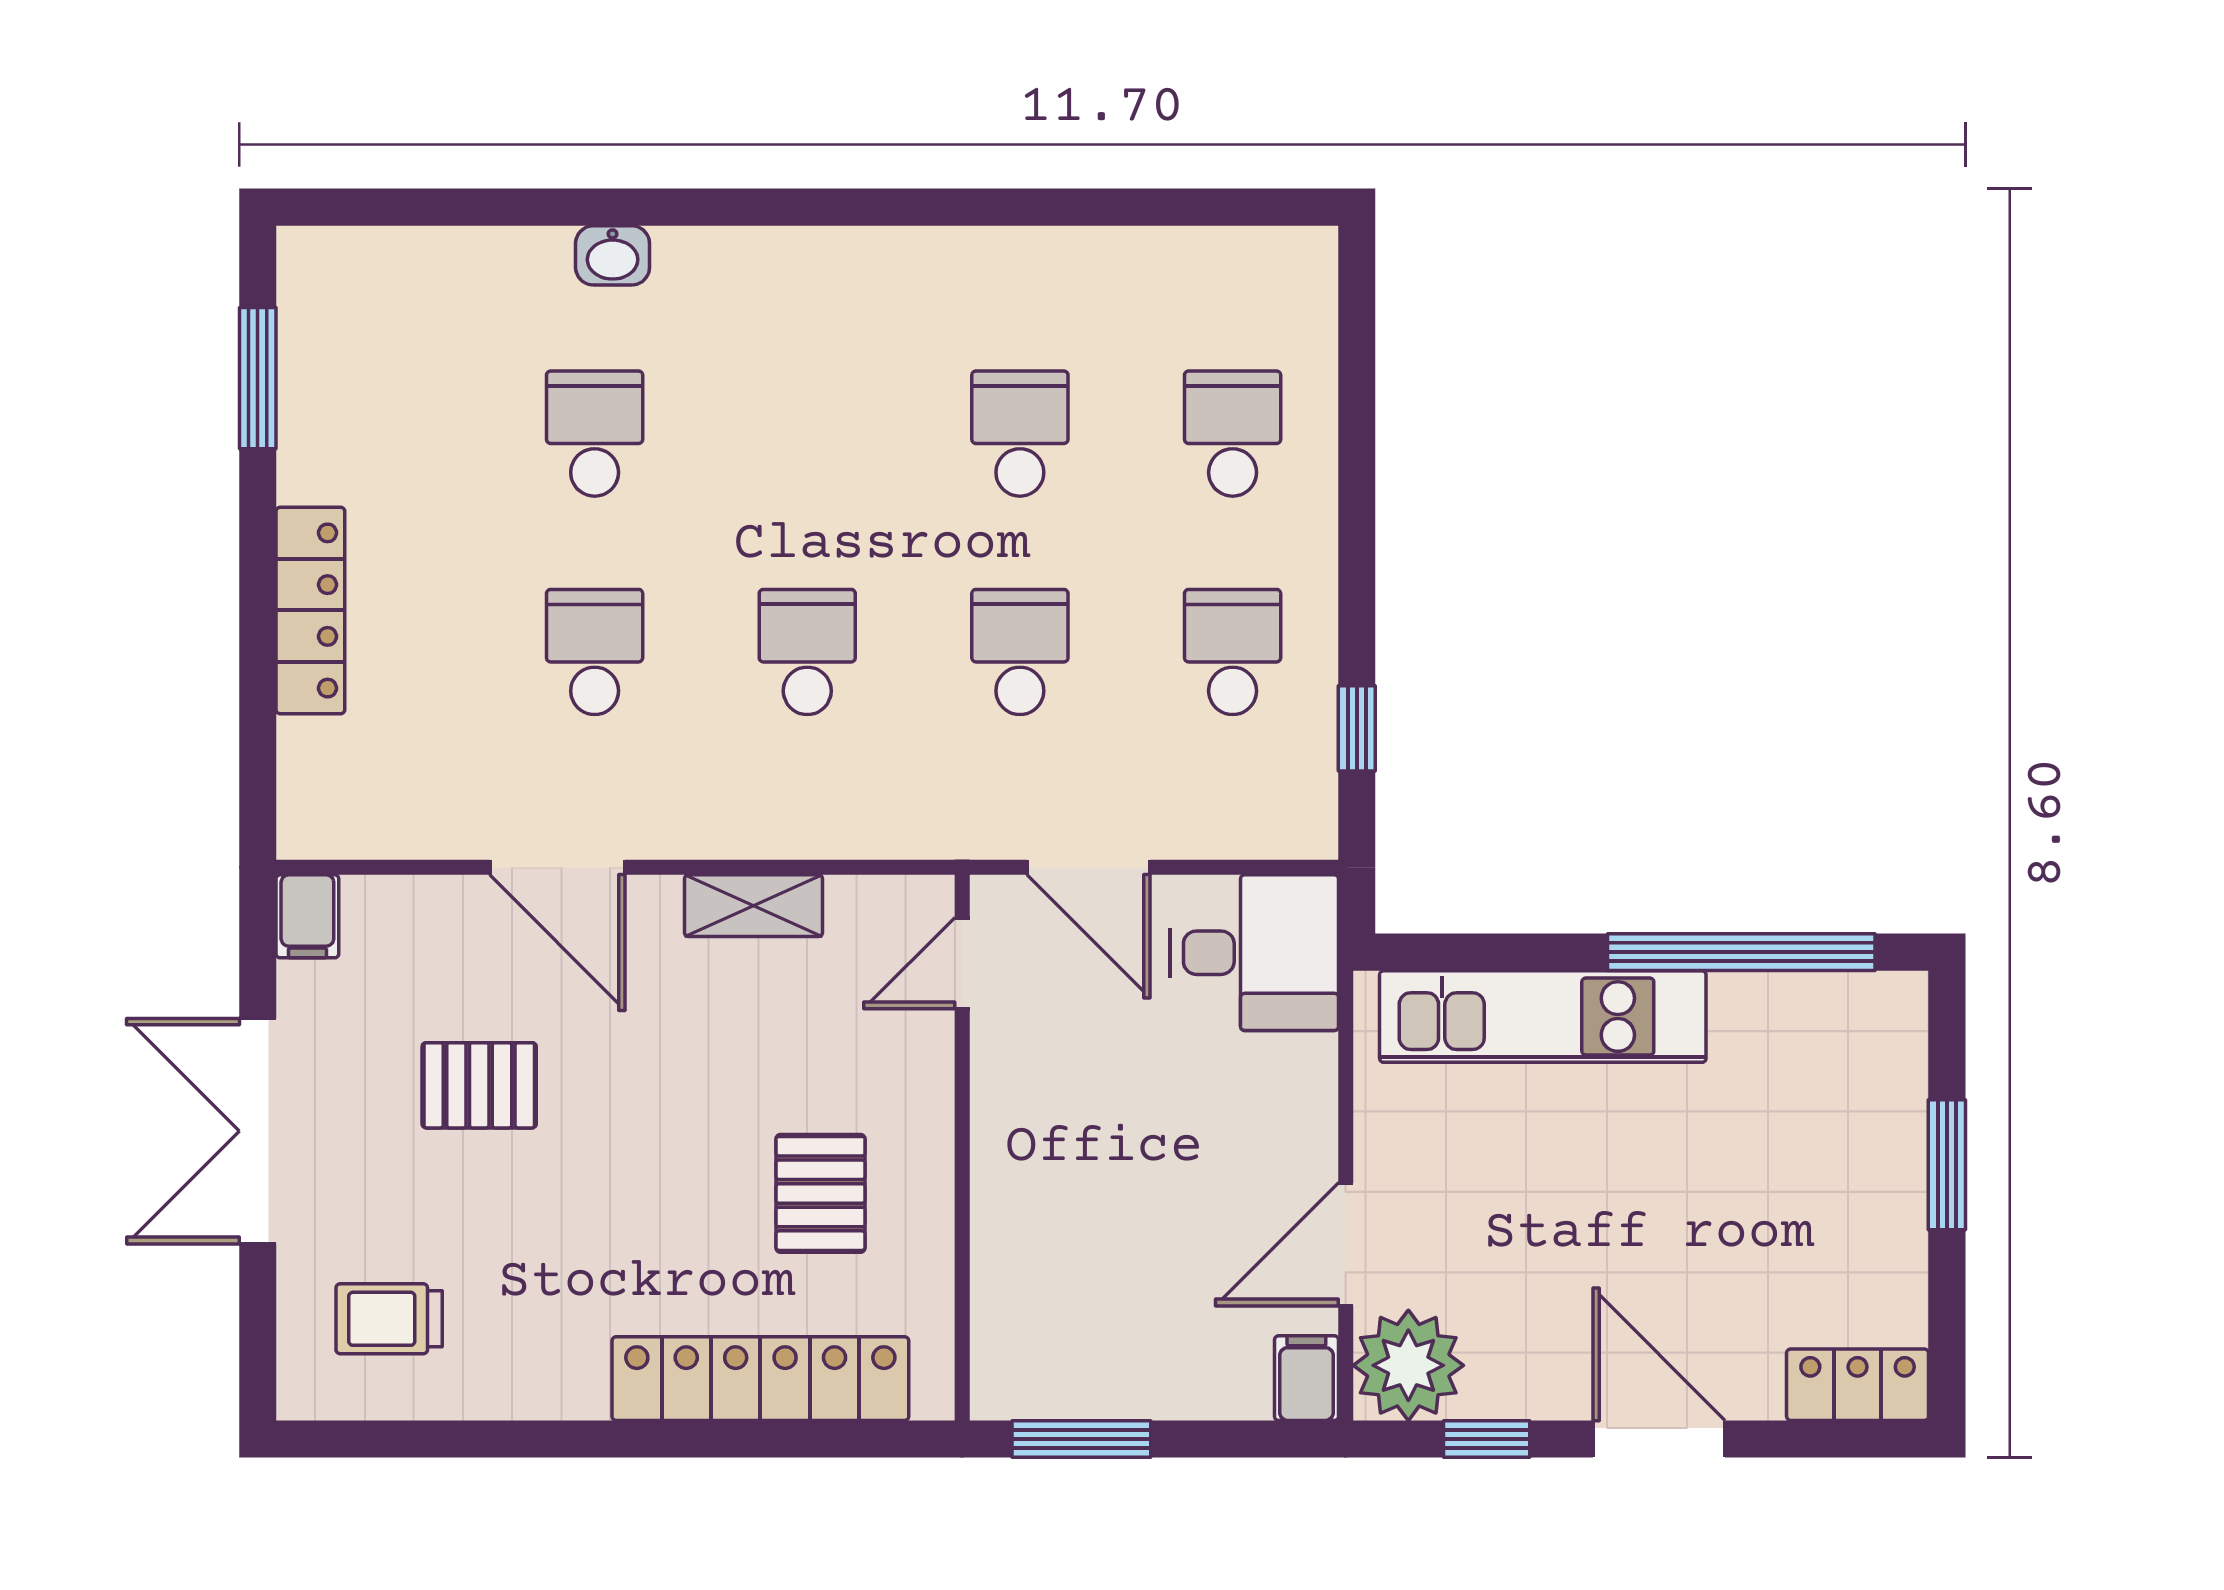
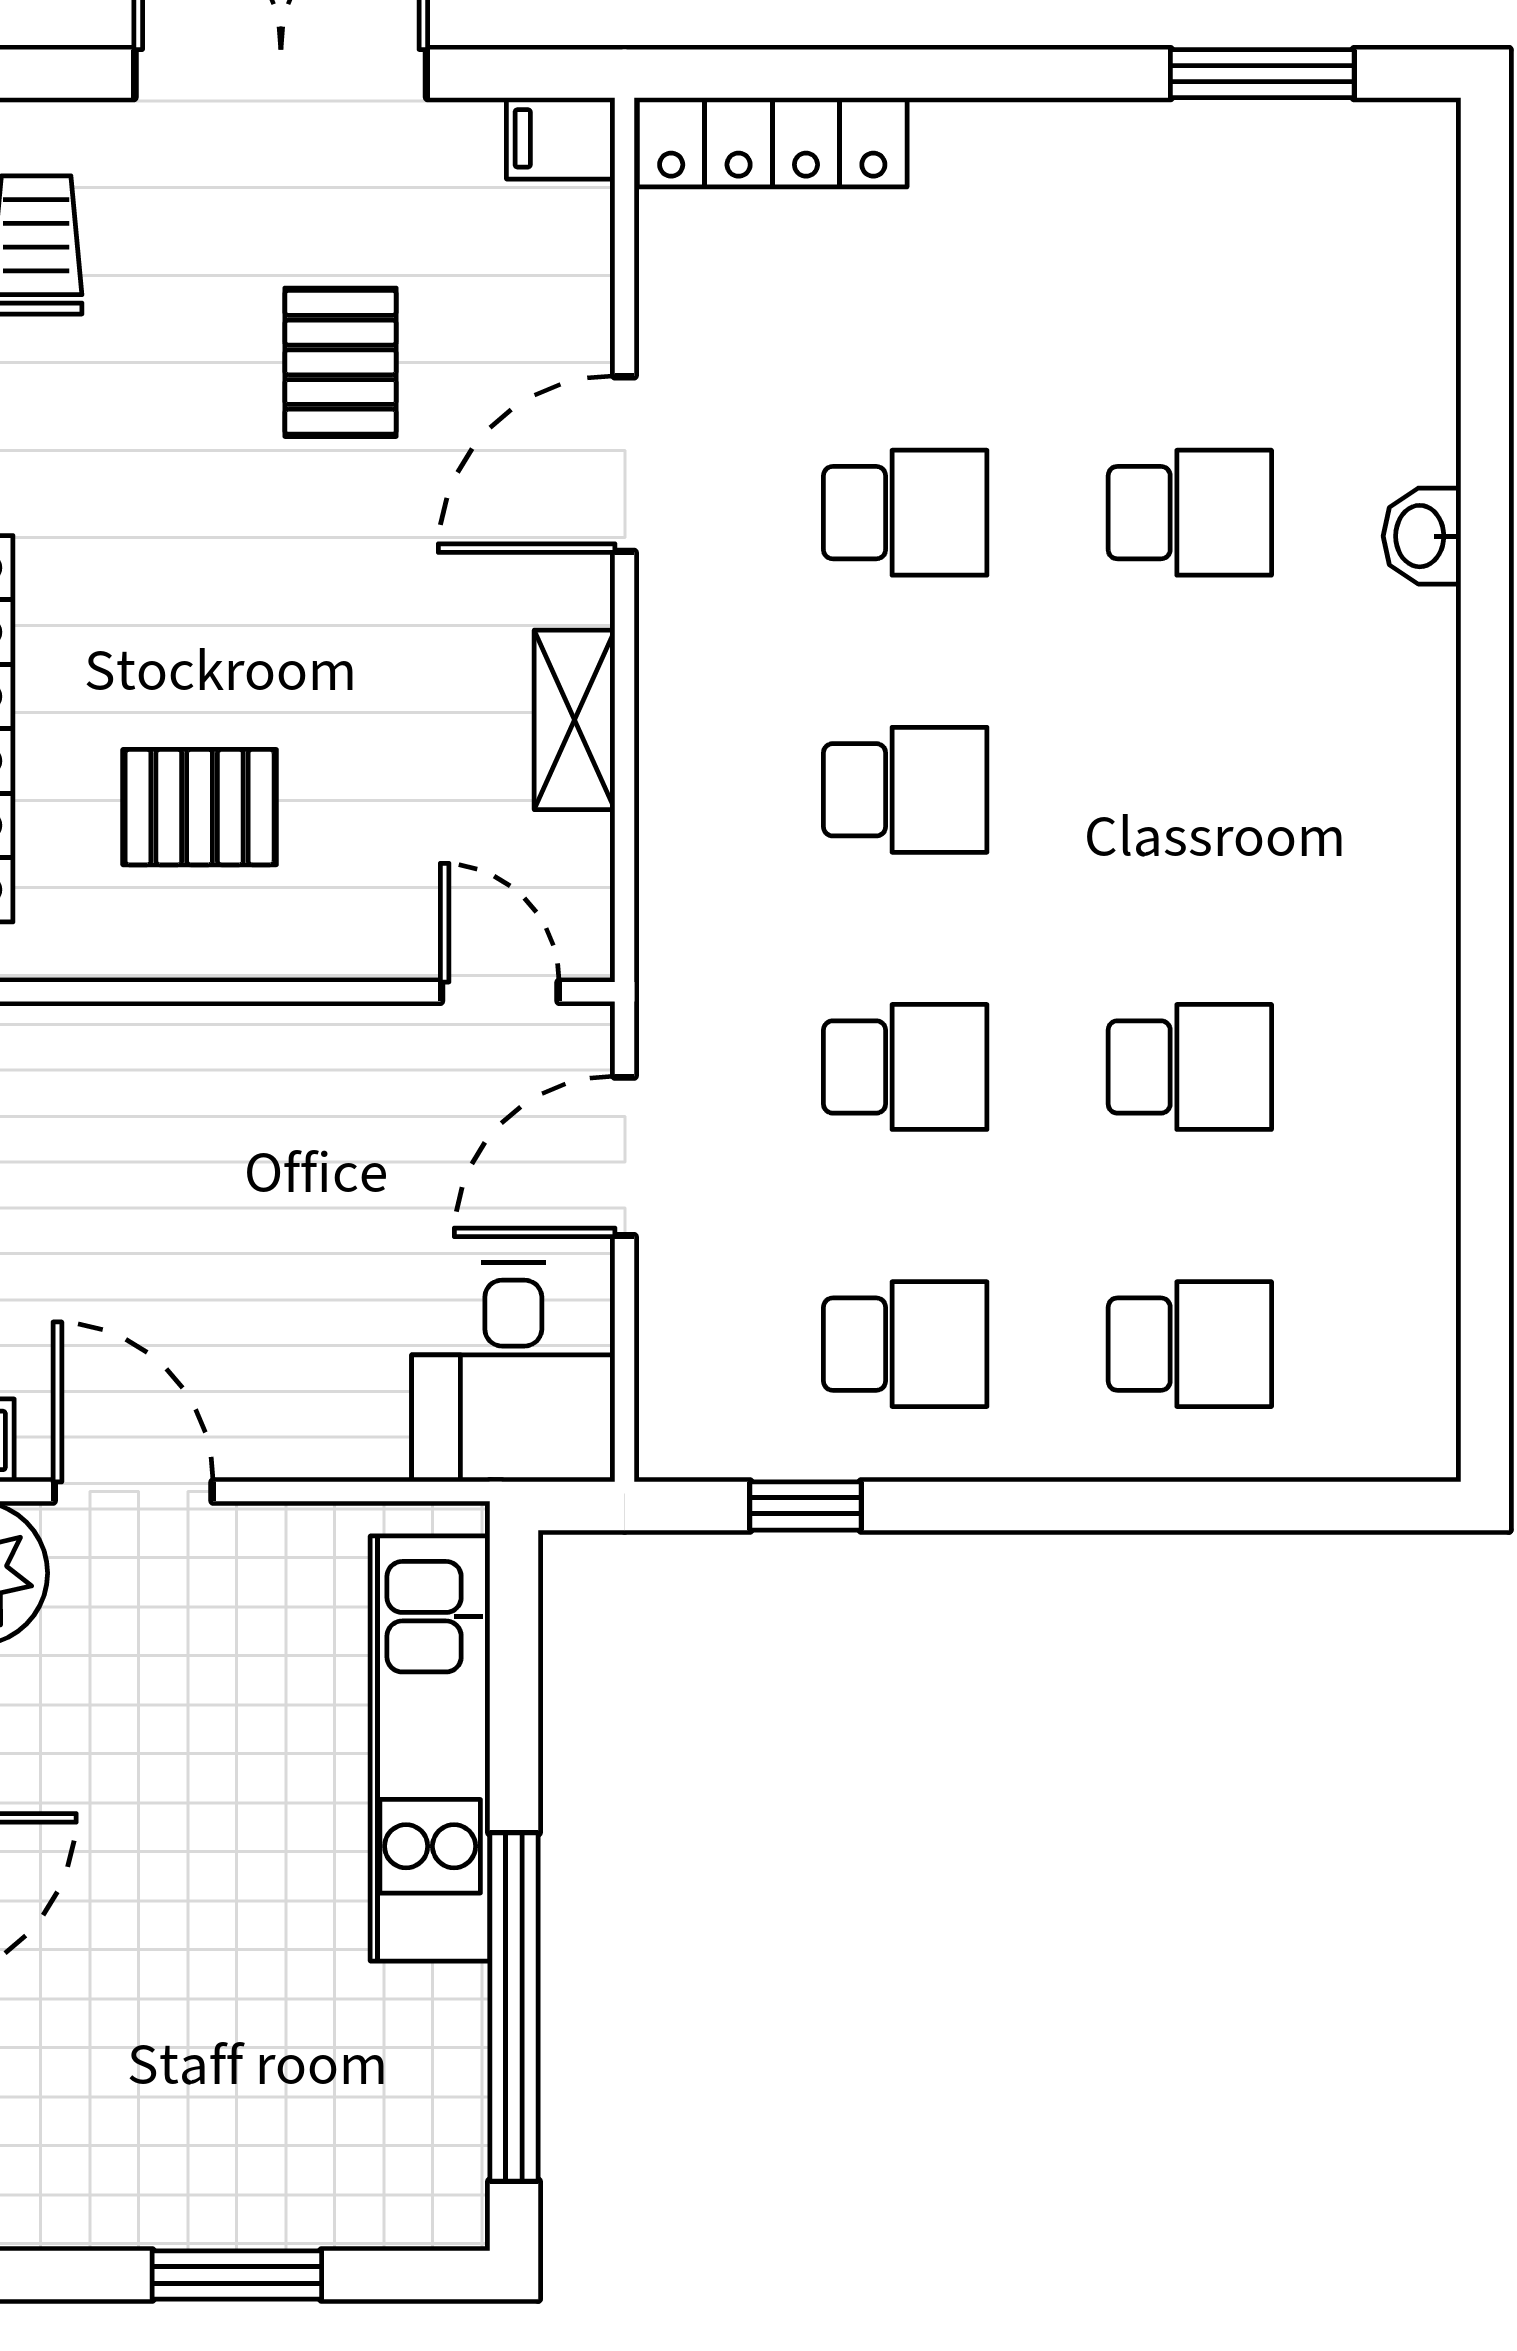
locker: (310, 610) -> (772, 142), moved

